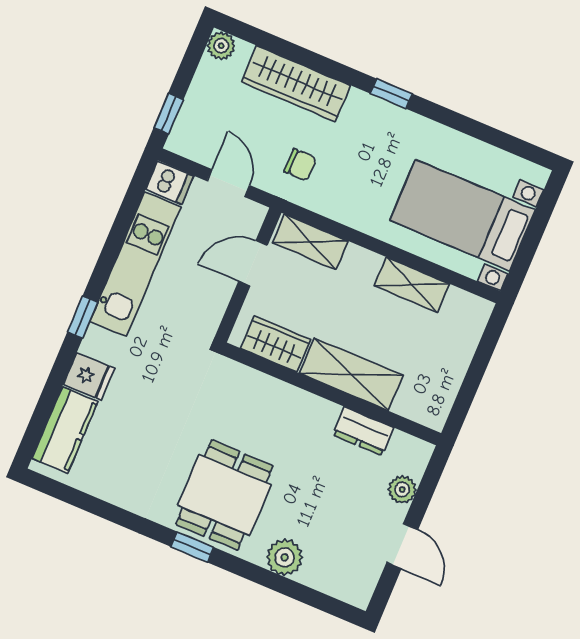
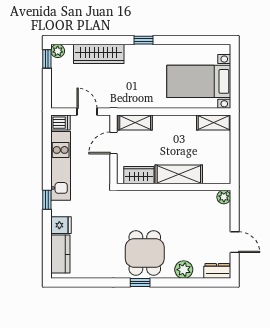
window: (169, 114) -> (47, 59), moved
chair: (300, 165) -> (116, 90), removed
shelving: (412, 285) -> (214, 122), moved
dresser: (363, 431) -> (217, 271), moved, turned 180
plant: (402, 489) -> (224, 197), moved

